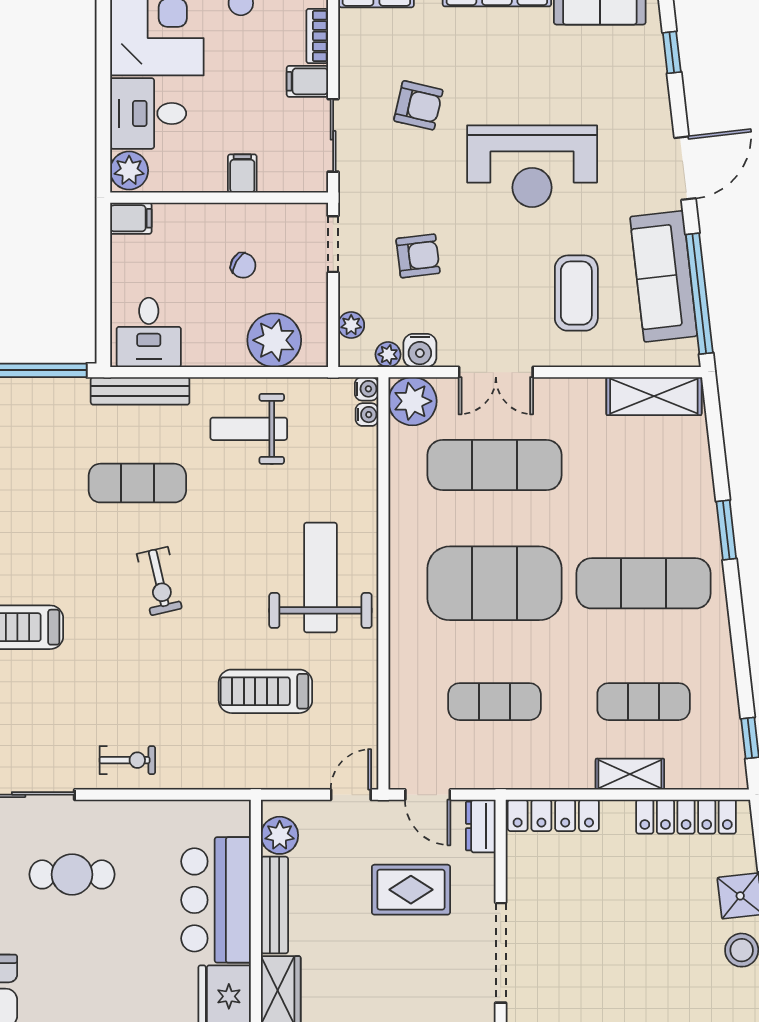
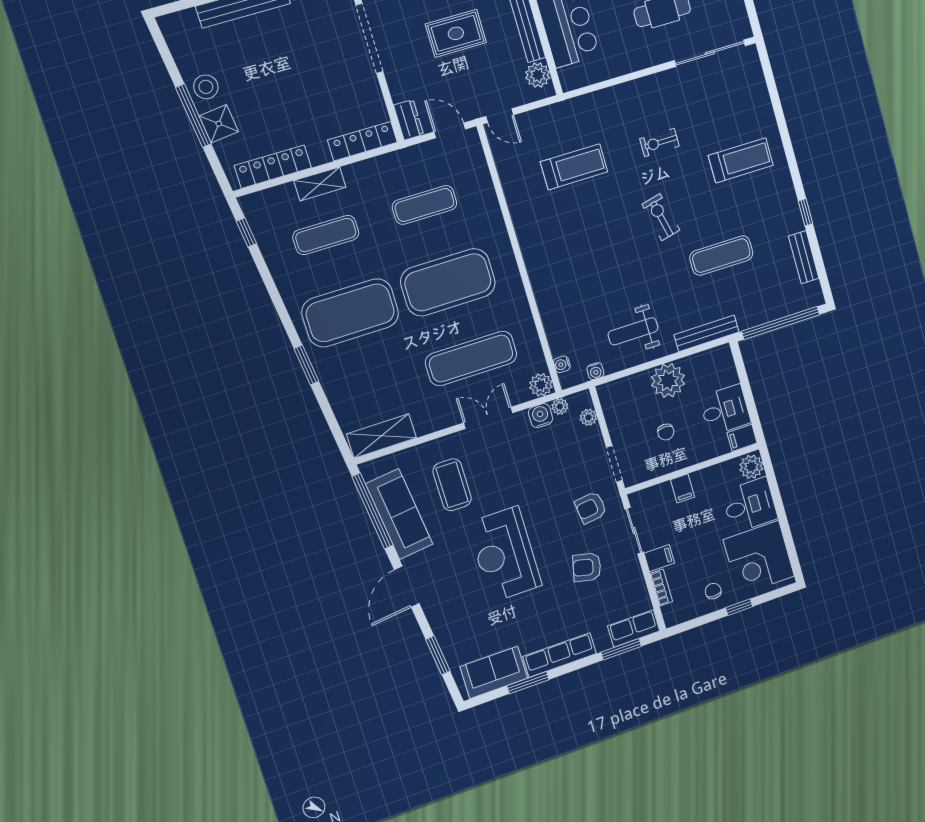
window: (672, 52) -> (438, 655), width x1.50
reception desk: (532, 166) -> (505, 554), turned -90
armchair: (418, 256) -> (591, 508), moved
chair: (243, 265) -> (666, 432), turned -121
desk: (149, 332) -> (725, 410), moved, turned 90
plant: (274, 340) -> (668, 381), moved
water cooler: (367, 389) -> (595, 371), moved, turned -90
plant: (412, 401) -> (541, 385), width x0.73, depth x0.73
weight bench: (249, 429) -> (633, 331), turned 180
exercise mat: (137, 483) -> (721, 256), moved
weight bench: (320, 578) -> (561, 251), removed
exercise mat: (644, 583) -> (350, 313), width x1.47
exercise bike: (127, 760) -> (659, 142), moved
door: (351, 795) -> (500, 116), hinge flipped
rug: (411, 890) -> (456, 33), moved

